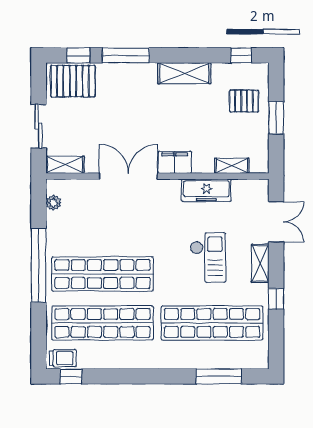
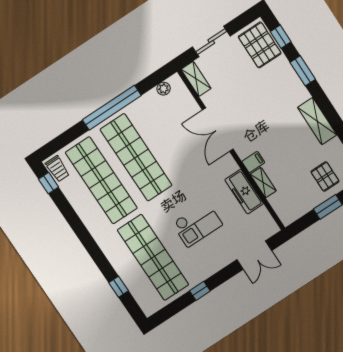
window: (126, 55) -> (303, 71), width x0.69
filing cabinet: (175, 162) -> (253, 162), width x0.50
shelving: (232, 166) -> (263, 183), moved
double door: (128, 176) -> (218, 130), swing flipped
shelving: (260, 263) -> (217, 263), removed
window: (219, 376) -> (119, 287), width x0.46

